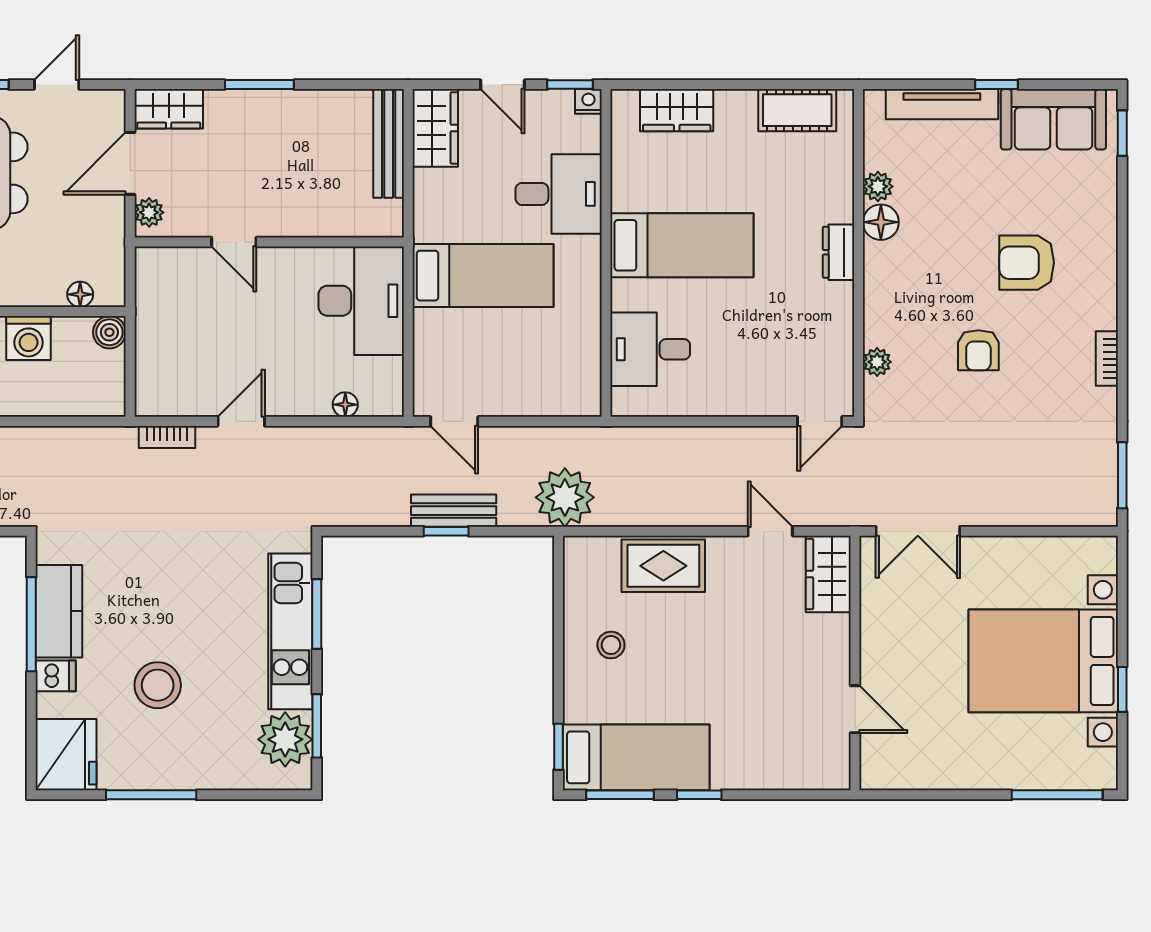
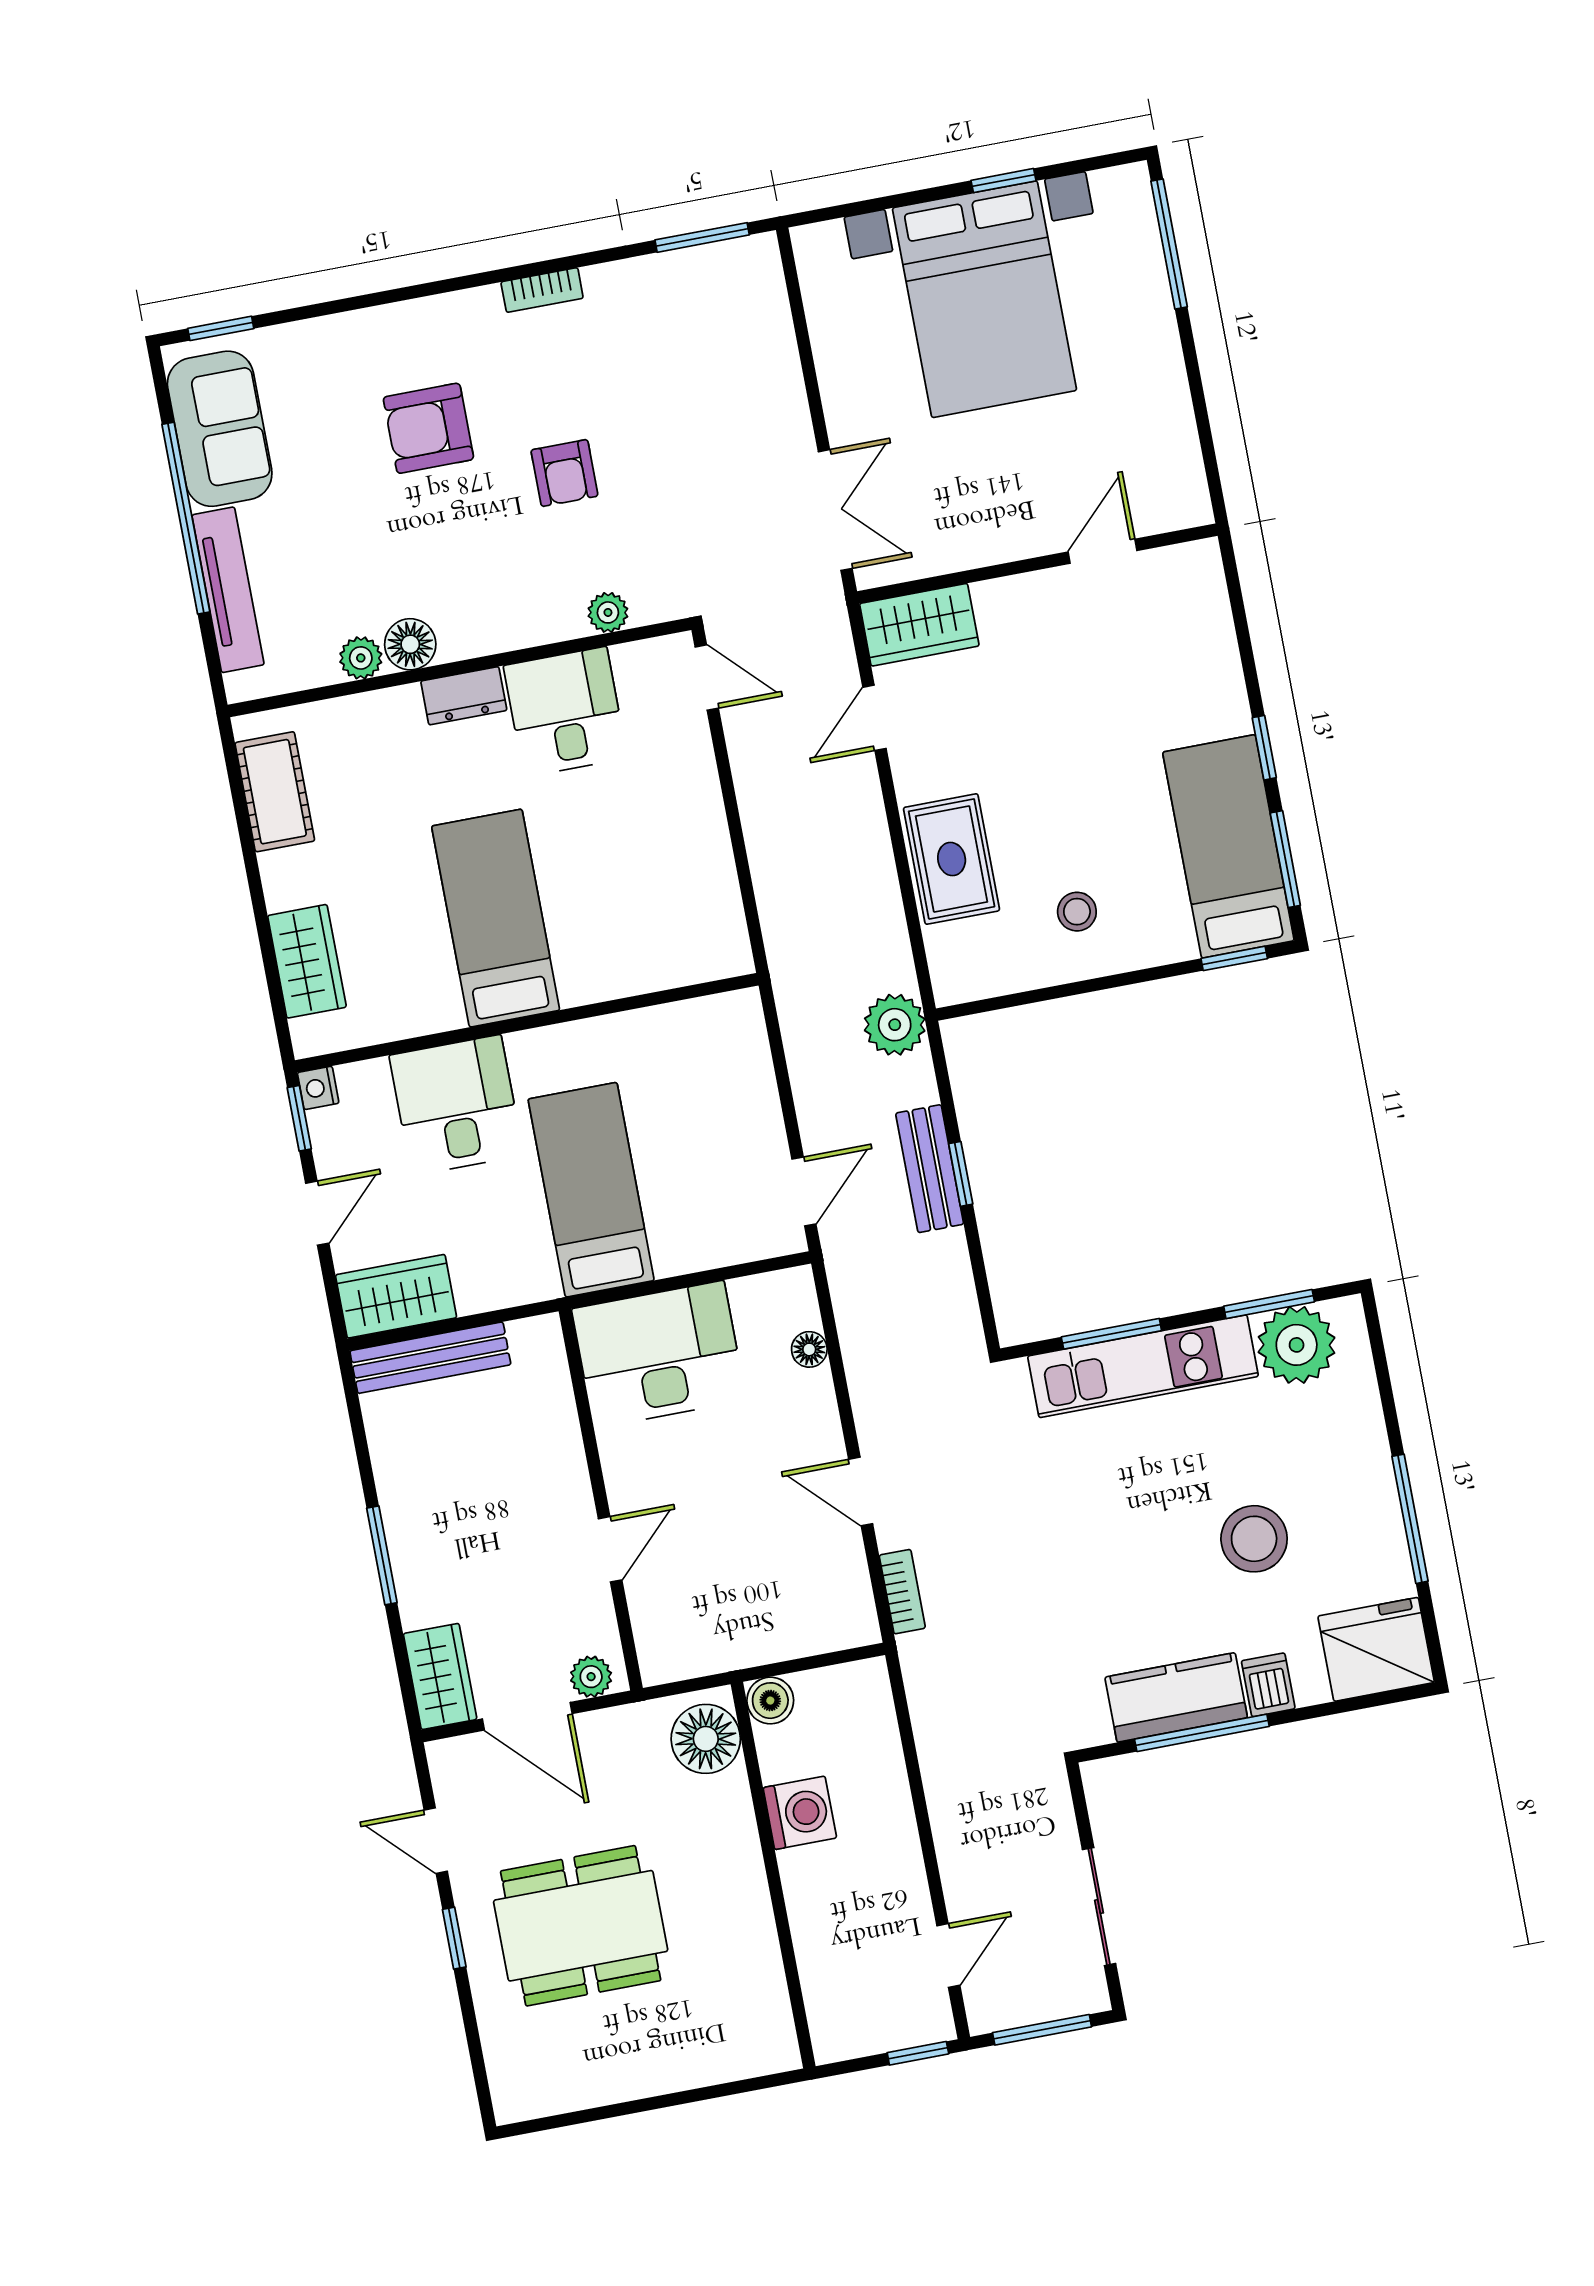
window: (997, 85) -> (186, 518), width x3.17
armchair: (1027, 263) -> (428, 428), turned 90
floor lamp: (80, 294) -> (706, 1739), width x1.89, depth x1.89
desk: (650, 349) -> (565, 712), moved, turned 180
armchair: (978, 350) -> (564, 473), turned 90
plant: (565, 497) -> (895, 1025), width x0.73, depth x0.73

